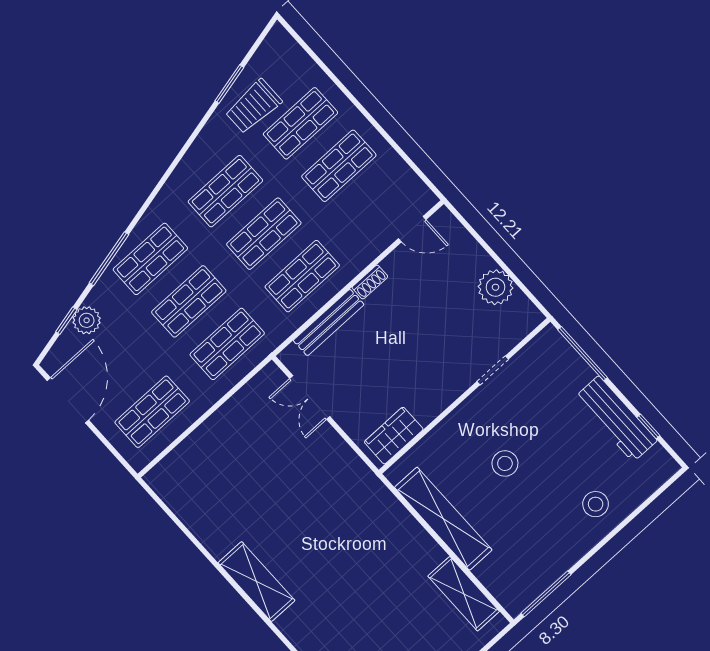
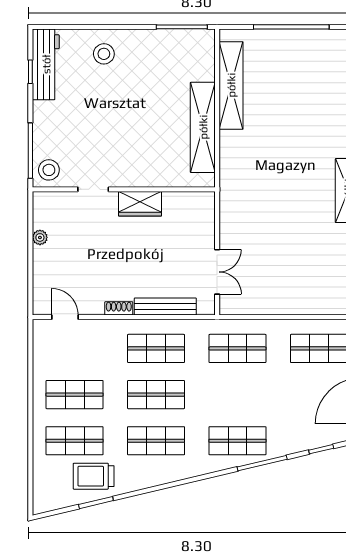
trolley: (253, 106) -> (94, 476), turned 180
plant: (495, 287) -> (40, 237), width x0.53, depth x0.53
shop shelf: (189, 301) -> (237, 395), removed
plant: (87, 320) -> (309, 438), removed
workbench: (616, 419) -> (46, 64), moved
wardrobe: (394, 436) -> (140, 204), moved
stool: (505, 463) -> (49, 170), moved
shelving: (464, 594) -> (231, 85), width x1.47

